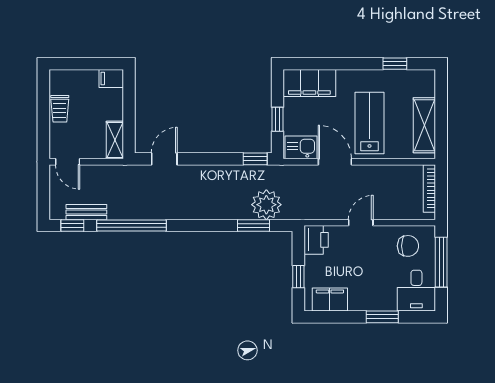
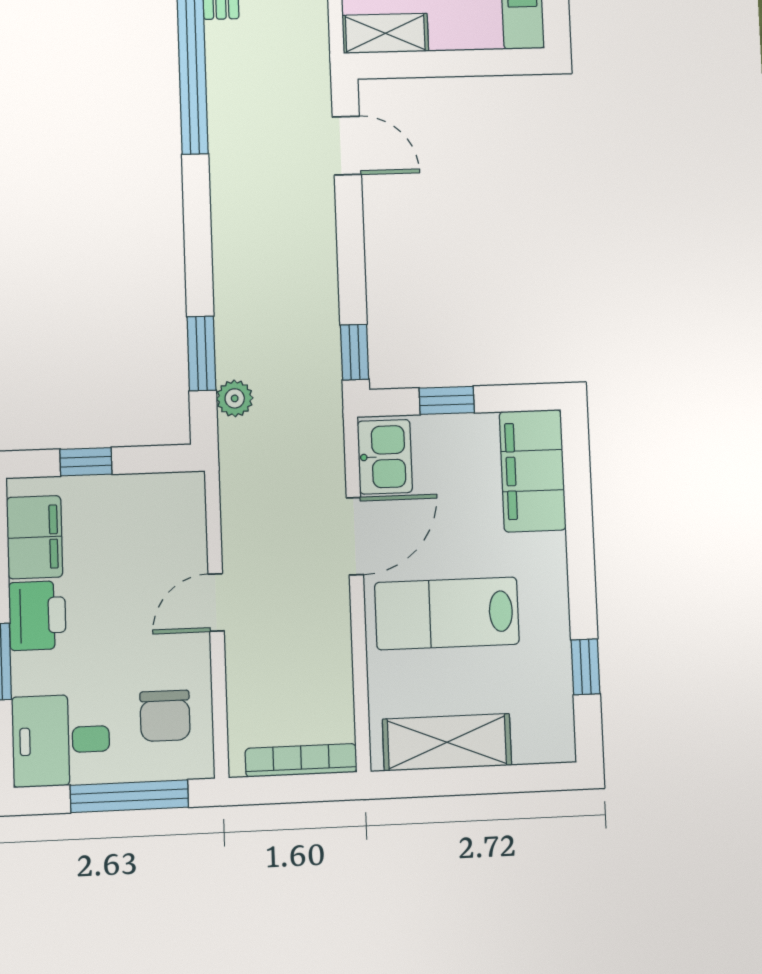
lab bench: (369, 123) -> (447, 613), turned 180
plant: (266, 205) -> (235, 398), width x0.53, depth x0.53
door: (361, 223) -> (216, 602), swing flipped
printer: (316, 240) -> (37, 616), moved, turned -90

